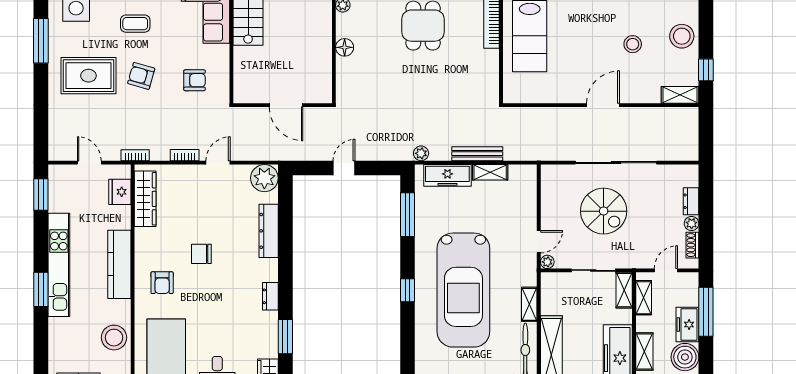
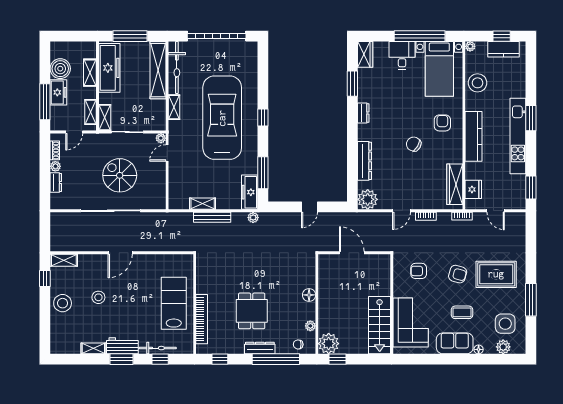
freezer: (447, 175) -> (250, 192), moved, turned -90
chair: (201, 254) -> (414, 144), turned -150

